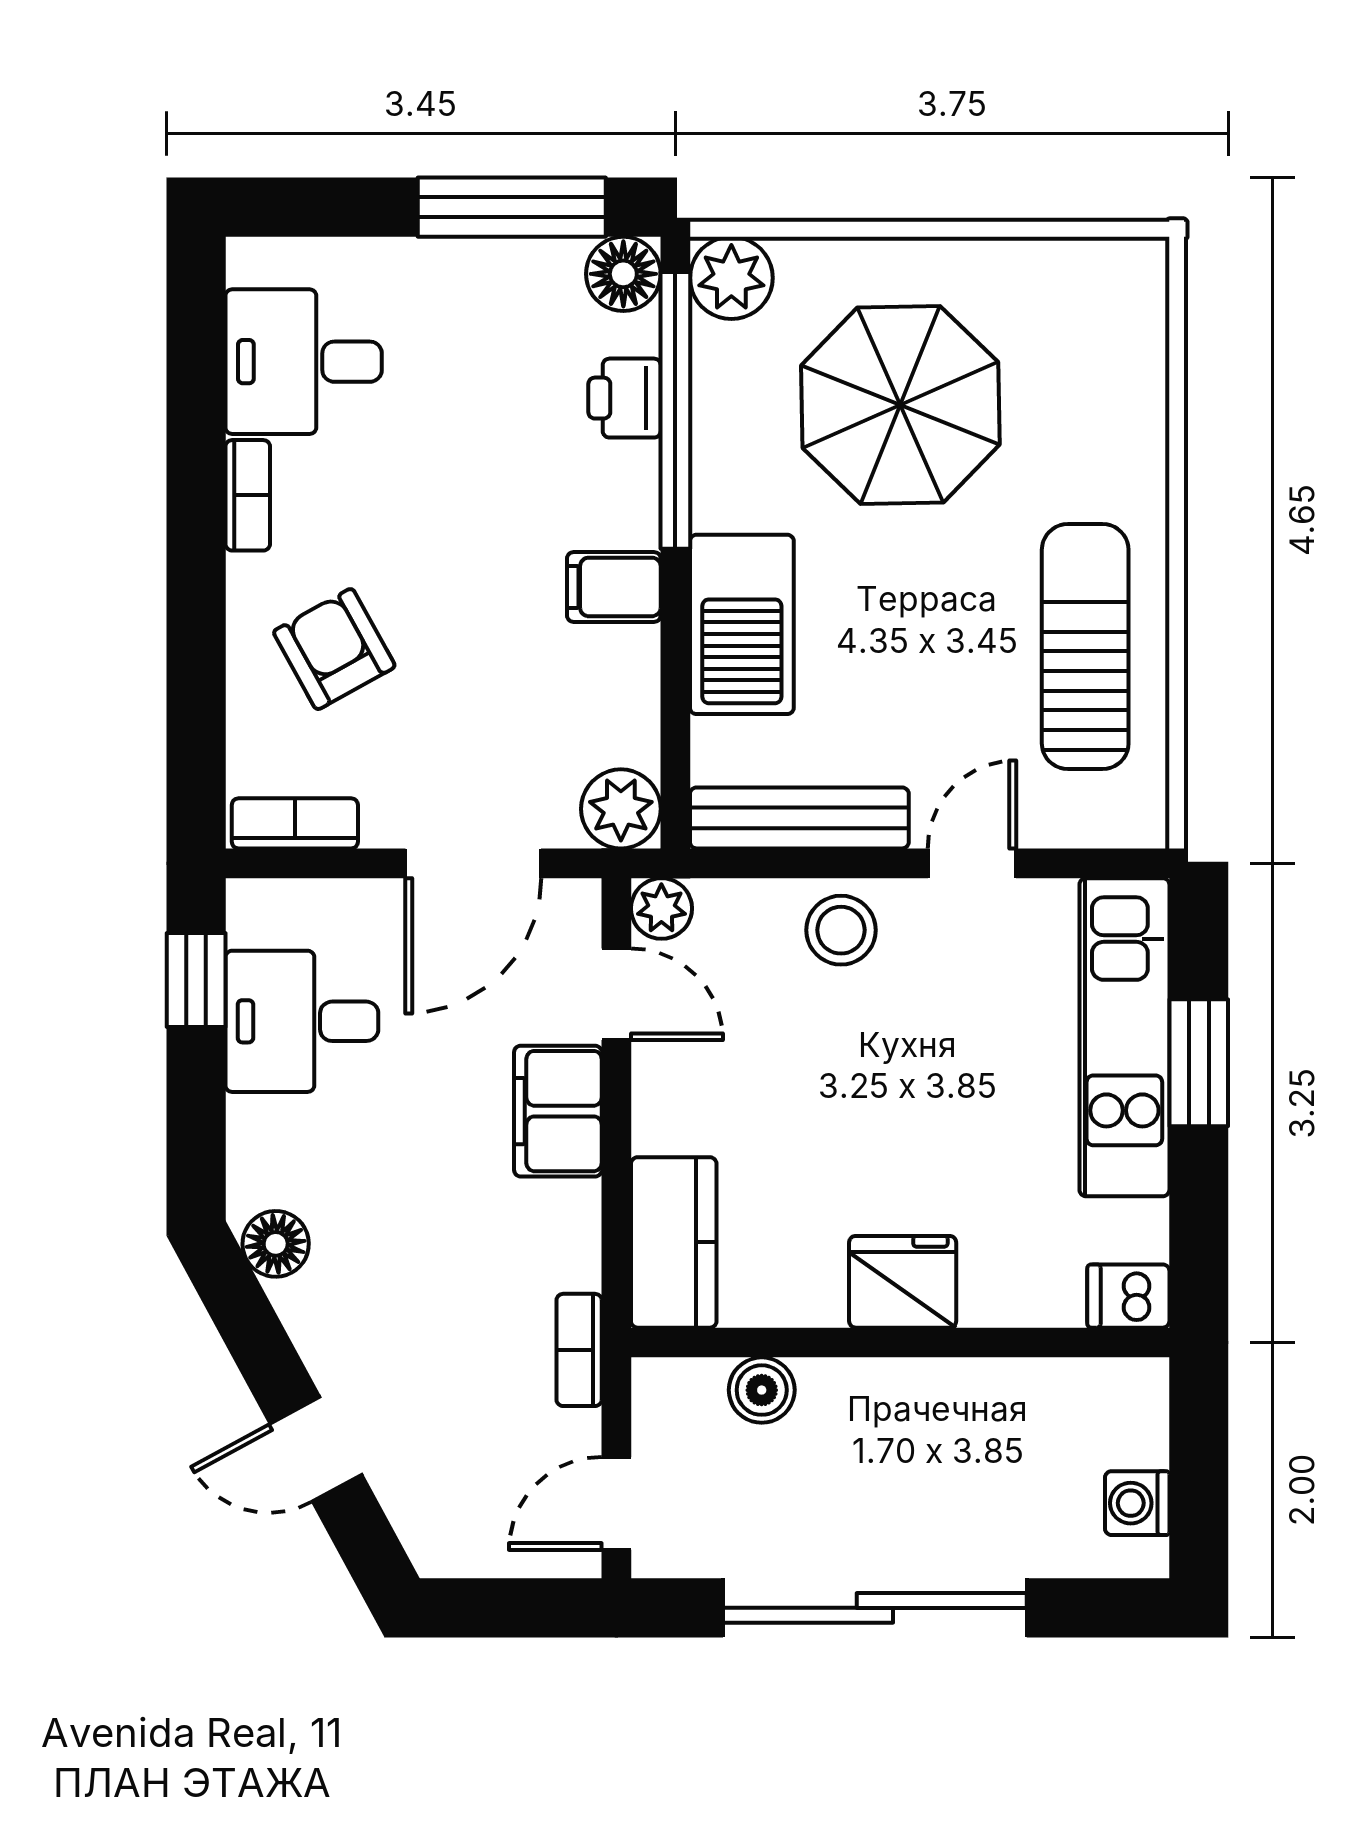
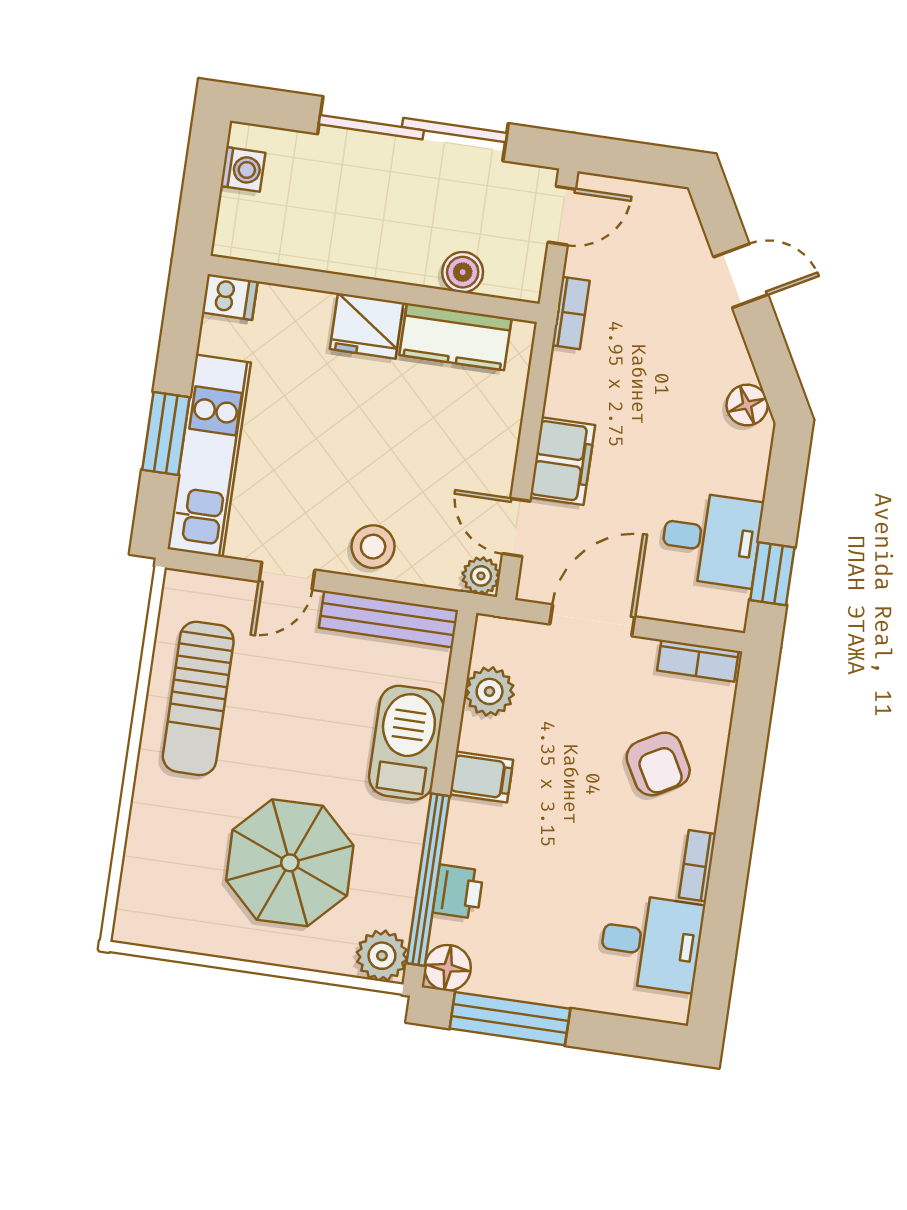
plant: (621, 809) -> (490, 691), moved
kitchen counter: (674, 1242) -> (456, 337), moved, turned -90

